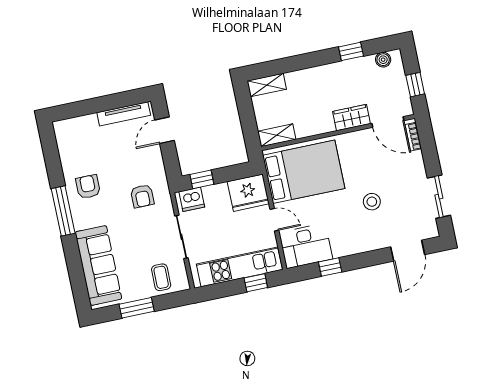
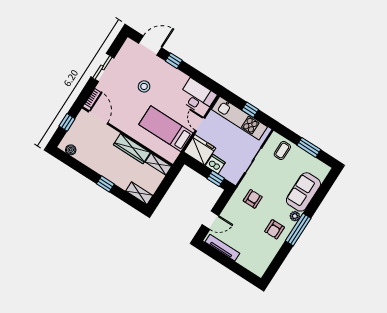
window: (351, 51) -> (105, 184), moved
wardrobe: (351, 118) -> (132, 149), moved, width x1.50
bed: (304, 172) -> (166, 129), width x0.67
sliding door: (439, 197) -> (102, 67), moved
dishwasher: (192, 199) -> (215, 164), moved
plant: (80, 222) -> (295, 216), added
sofa: (98, 266) -> (303, 192), width x0.73
window: (330, 267) -> (174, 61), moved
window: (256, 283) -> (250, 110), moved

